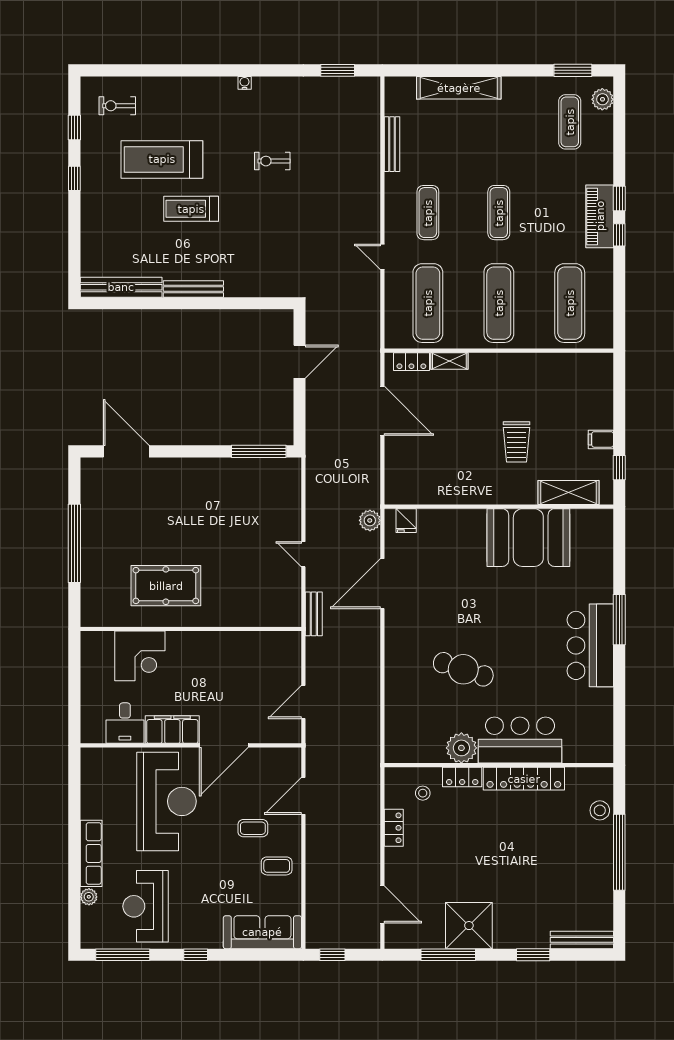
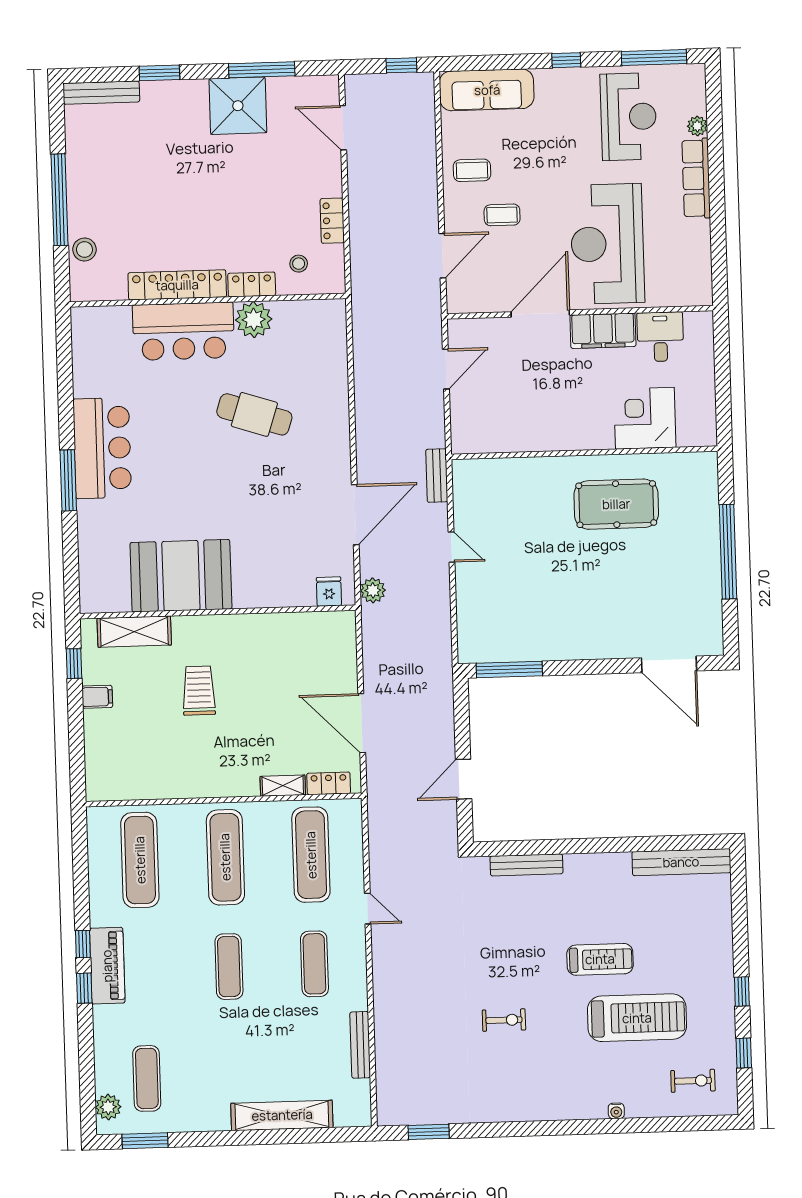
water cooler: (245, 83) -> (616, 1111), moved
bench: (193, 289) -> (526, 865), moved

